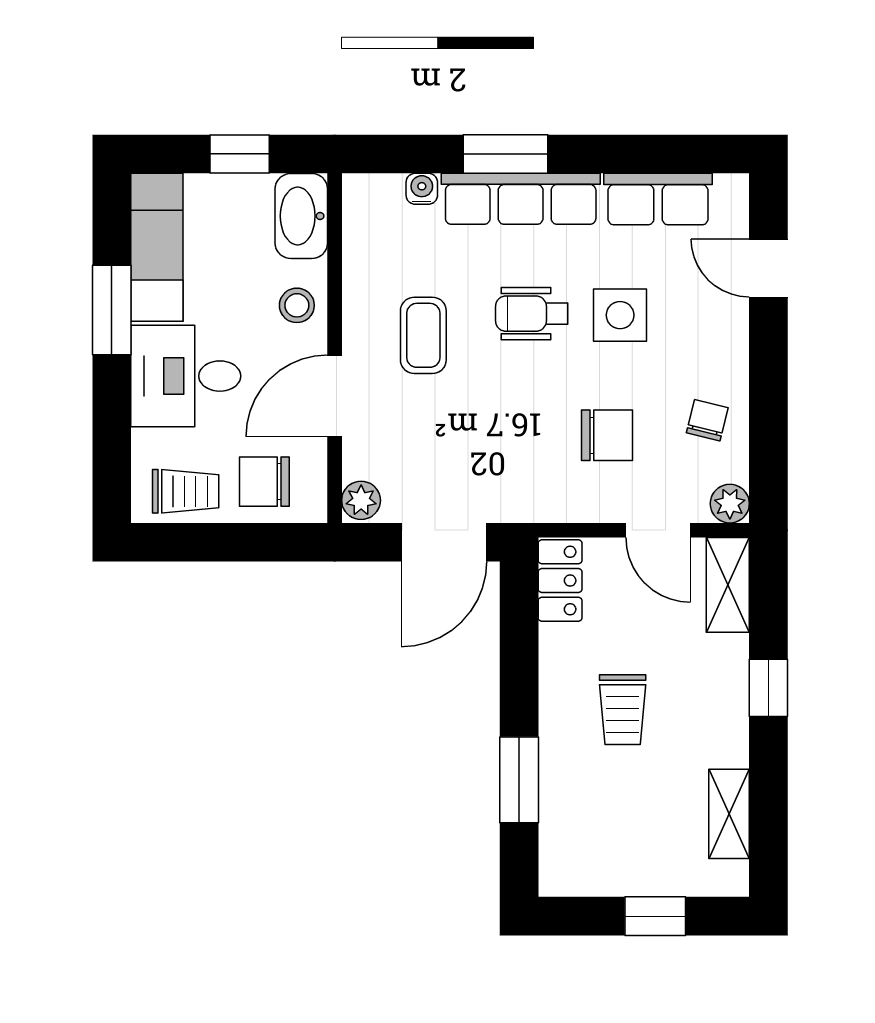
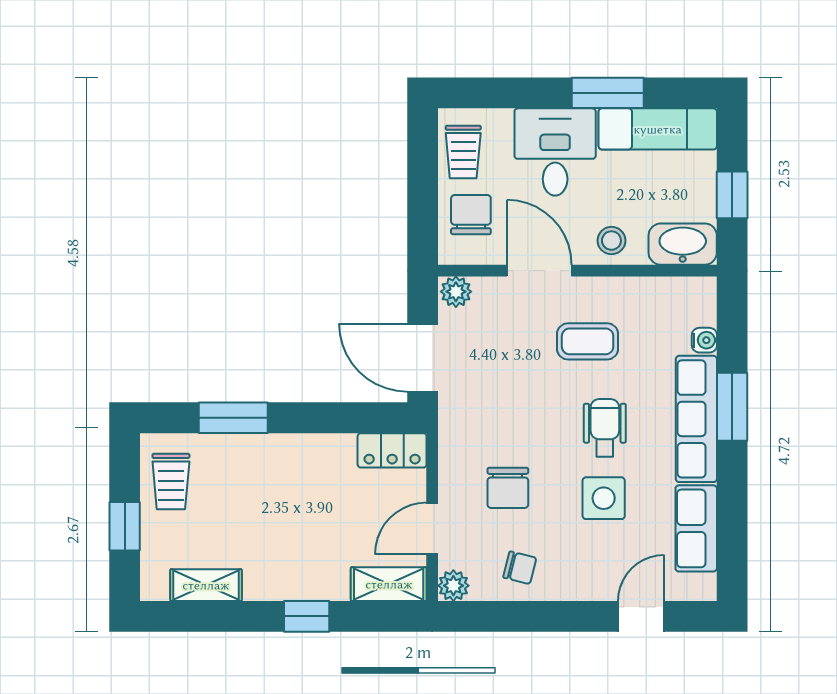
trolley: (623, 710) -> (171, 481), moved, turned -90

